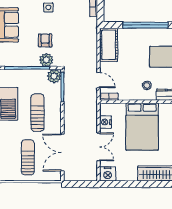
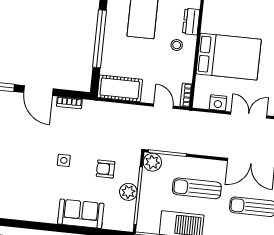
plant: (46, 60) -> (128, 192), moved
door: (99, 80) -> (163, 106), hinge flipped

